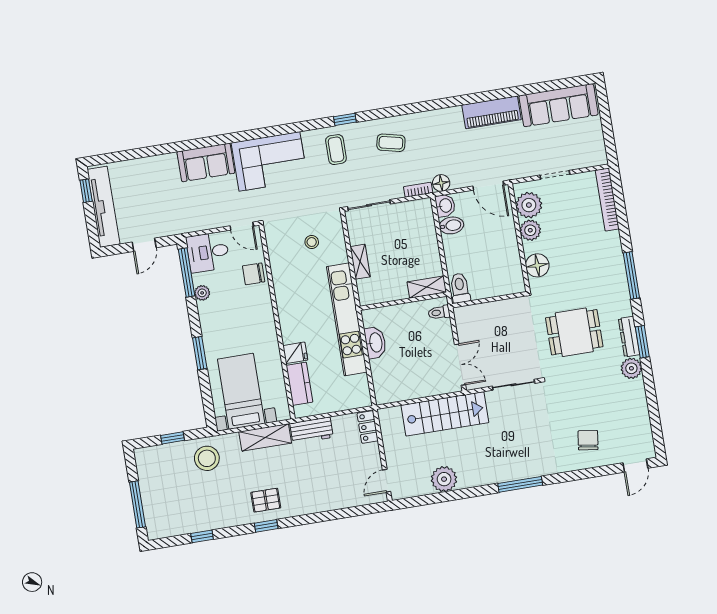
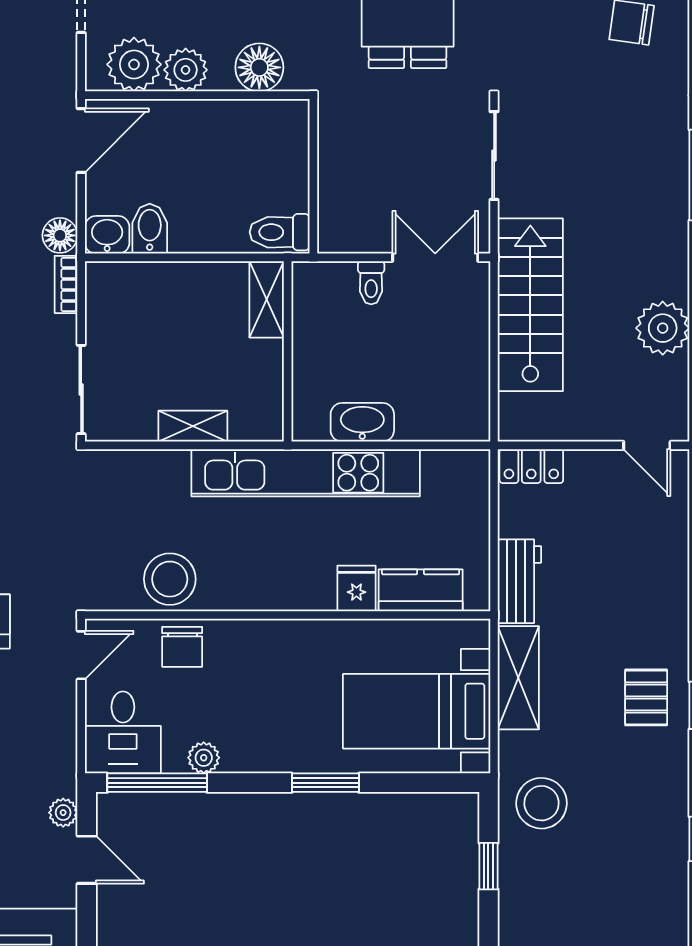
plant: (165, 230) -> (63, 813), added
stool: (312, 242) -> (170, 579), moved, width x1.89, depth x1.89
toilet: (439, 312) -> (371, 283), moved

